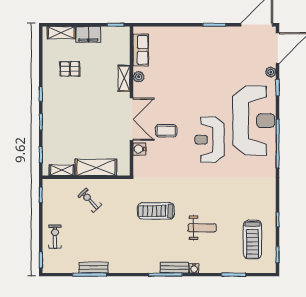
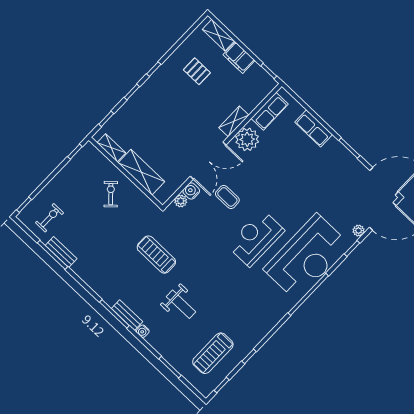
row of seats: (179, 34) -> (314, 128), added
plant: (139, 77) -> (247, 139), width x1.88, depth x1.88
plant: (139, 162) -> (181, 201), added
exercise bike: (55, 237) -> (50, 218), moved

